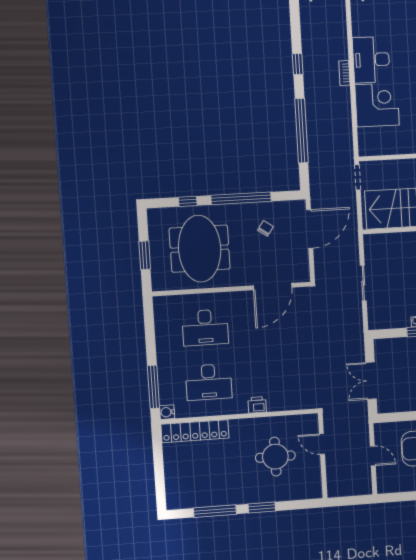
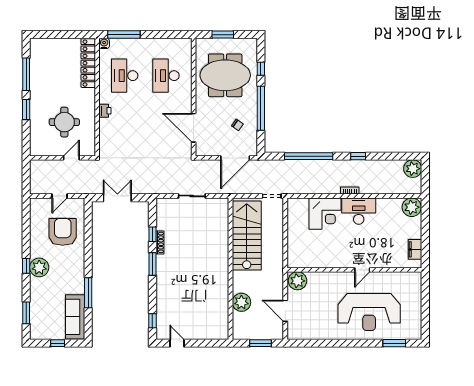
door: (310, 229) -> (235, 158), hinge flipped

